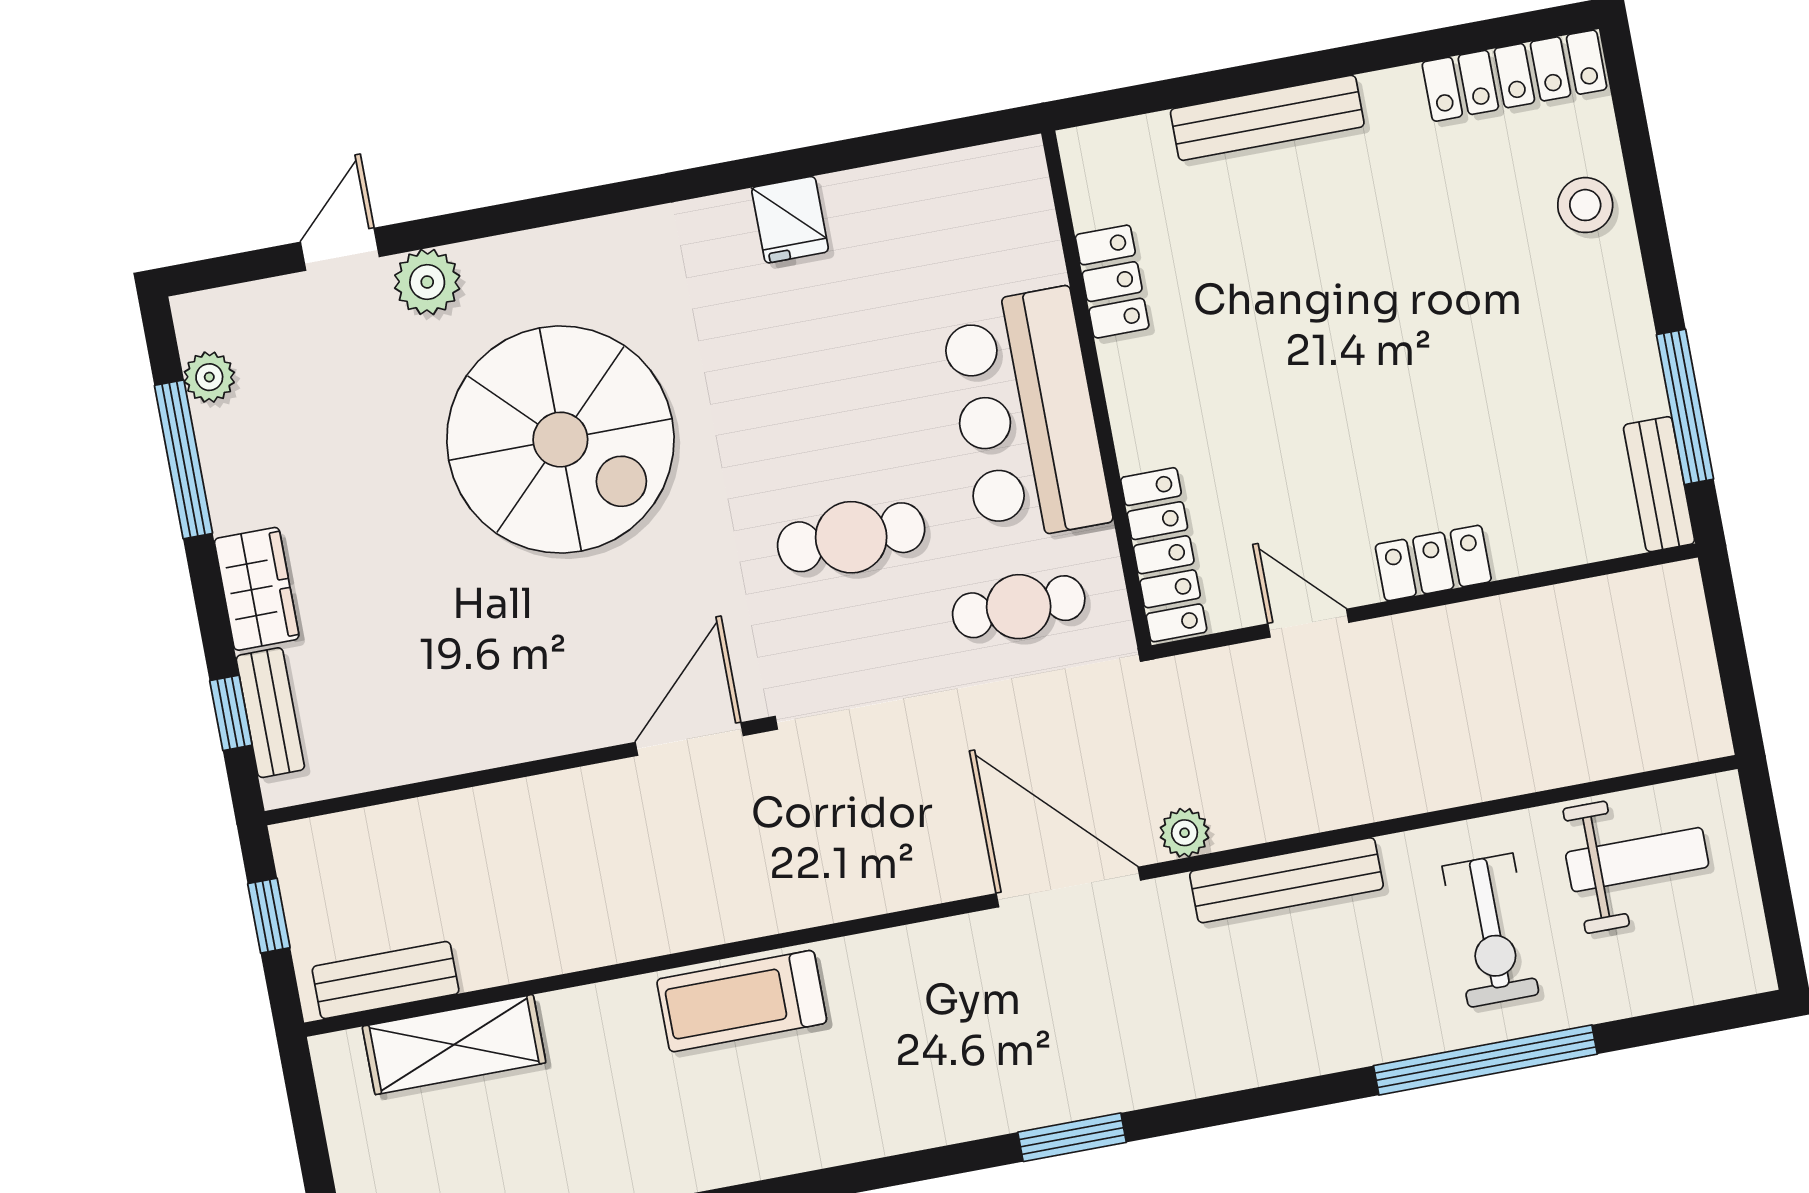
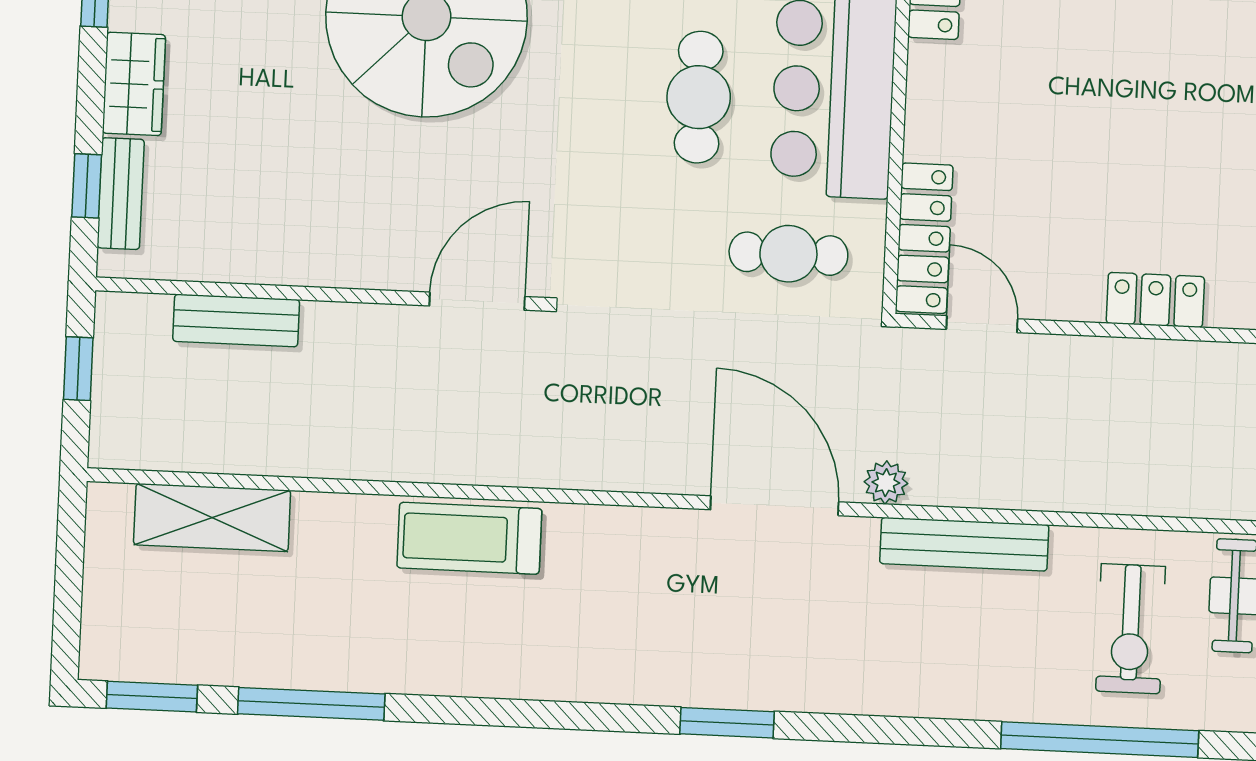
cafe table: (851, 537) -> (699, 97), moved, turned 90
door: (1308, 623) -> (982, 324), moved
bench: (386, 980) -> (236, 320), moved

